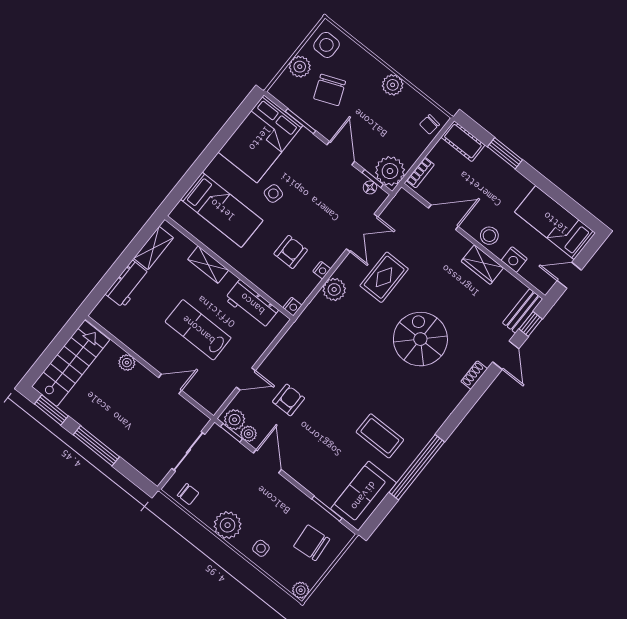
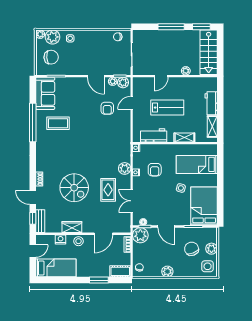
spiral stairs: (420, 339) -> (74, 188), moved
plant: (228, 525) -> (53, 37), moved

